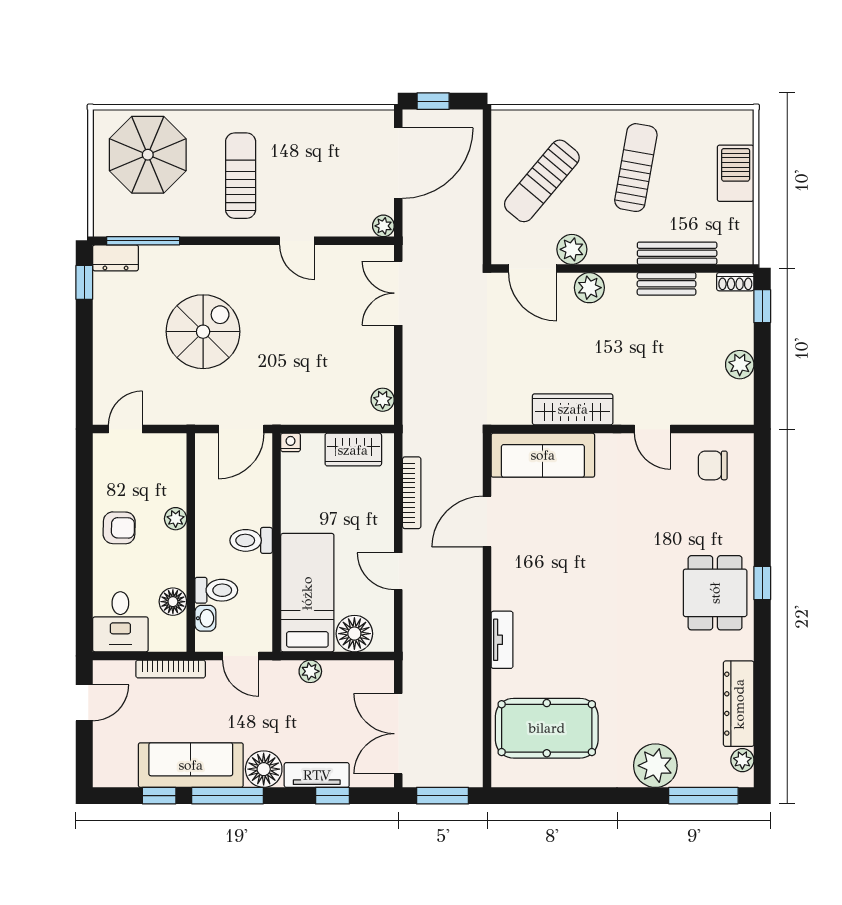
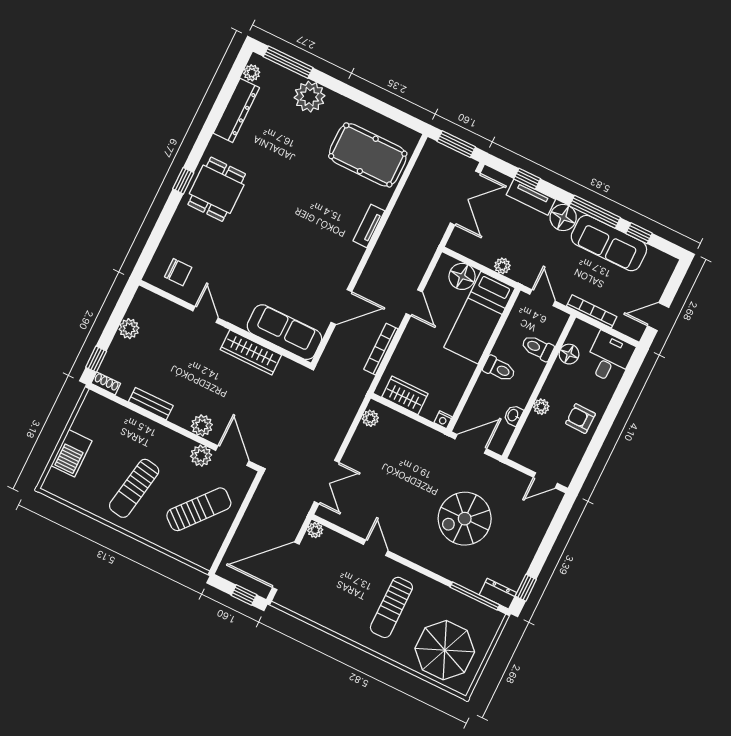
bench: (677, 253) -> (134, 420), removed
washbasin: (205, 618) -> (513, 415), moved

